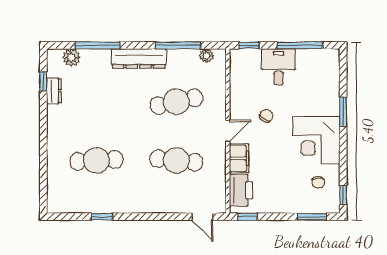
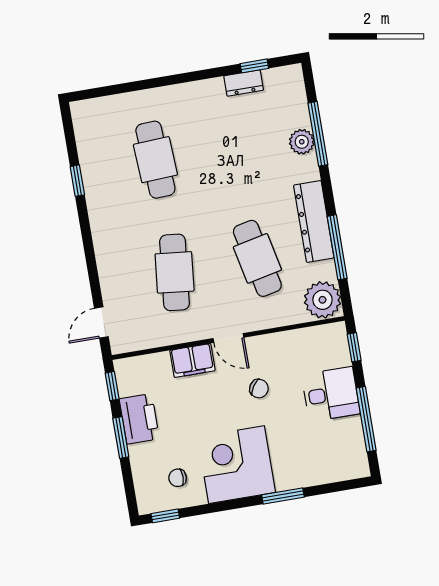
plant: (206, 56) -> (322, 300), width x1.88, depth x1.88
plant: (71, 57) -> (302, 142), moved
dresser: (139, 58) -> (314, 221), moved
printer: (241, 190) -> (139, 419), moved, turned -90
window: (312, 217) -> (121, 438), moved

